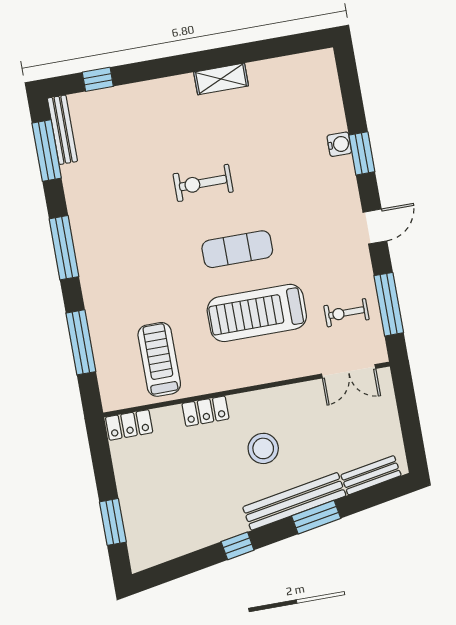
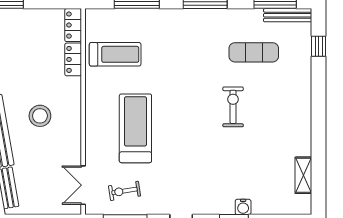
shelving: (221, 79) -> (303, 175), moved
exercise mat: (237, 249) -> (254, 52), moved, turned 90
exercise bike: (346, 313) -> (124, 191), turned -99
locker: (205, 411) -> (73, 59), moved

